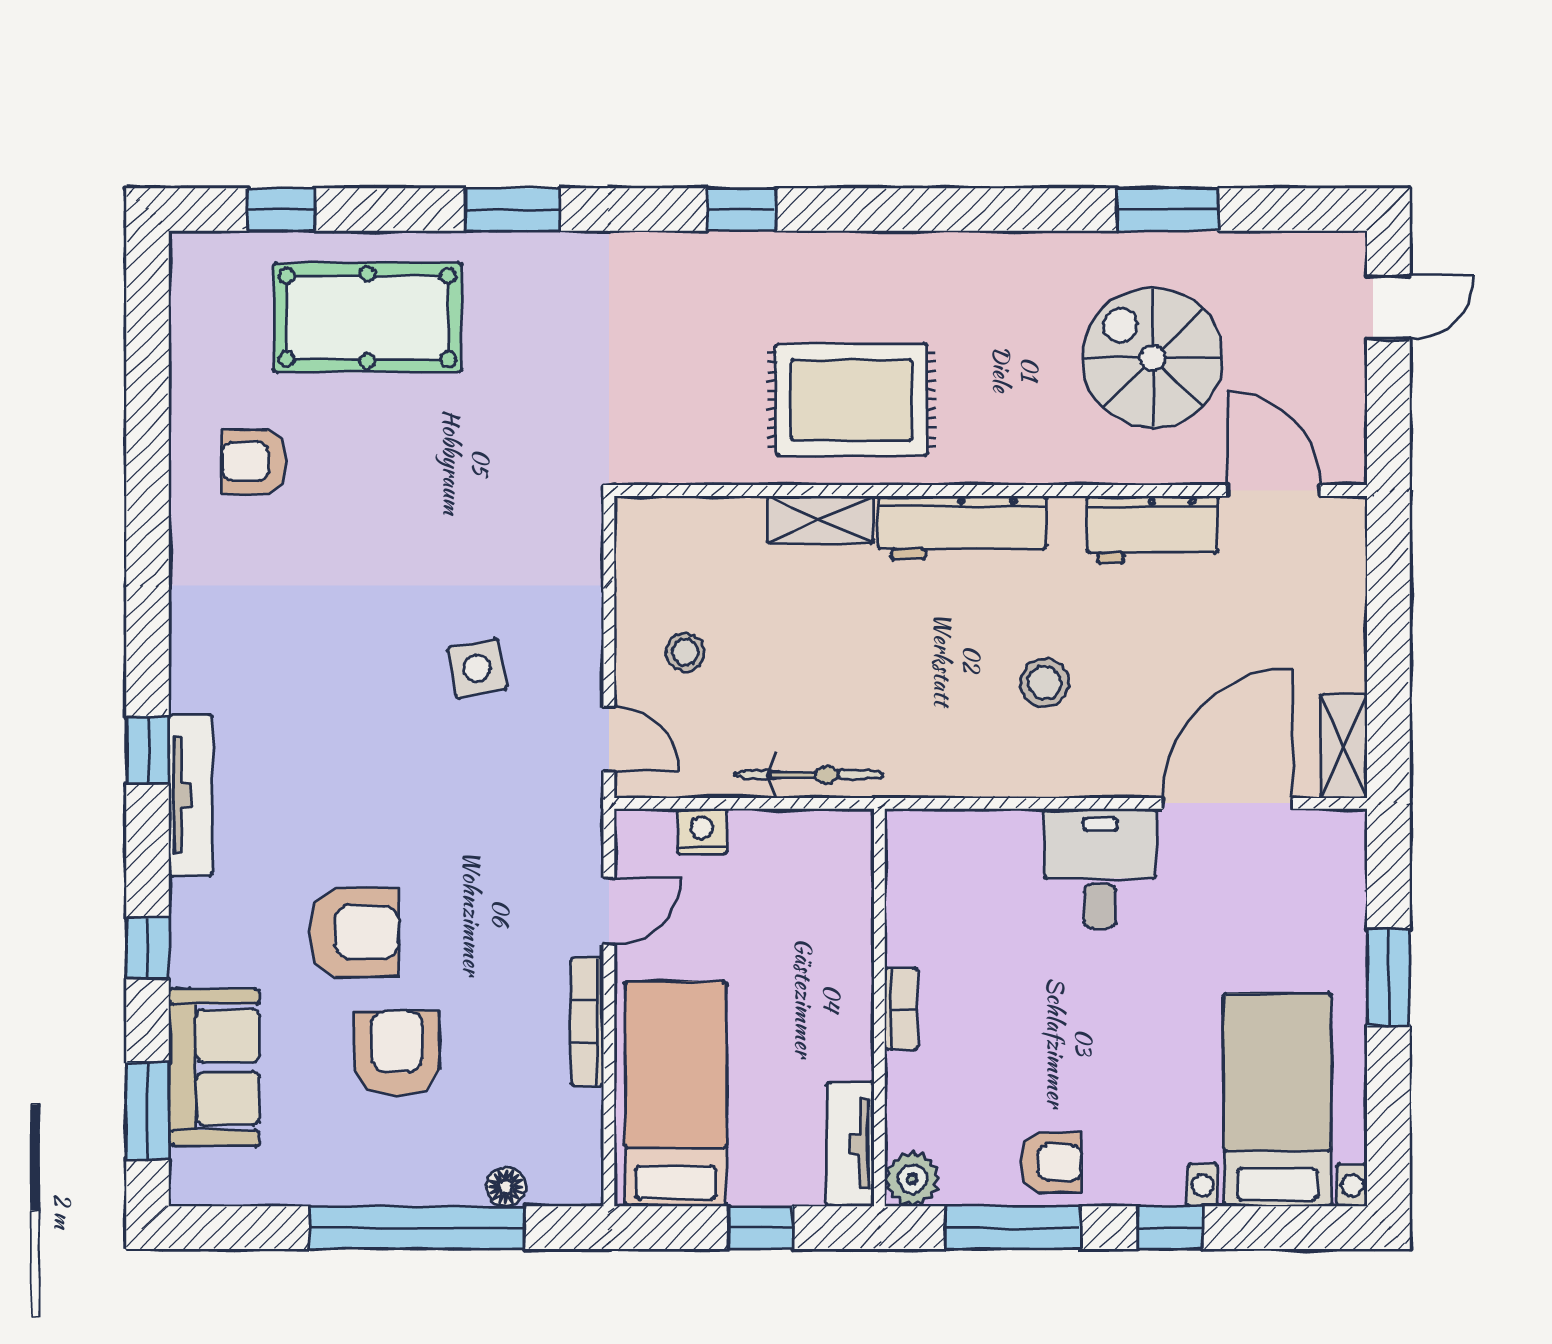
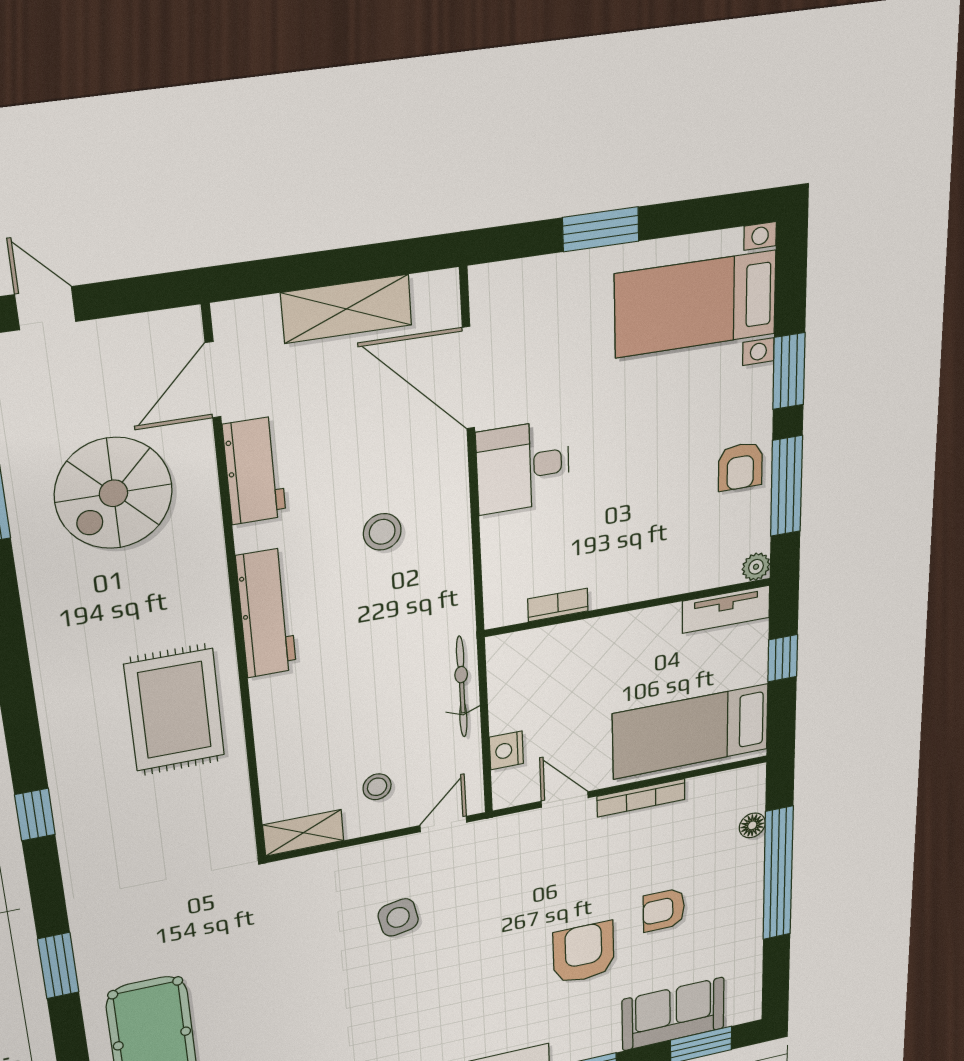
shelving: (821, 520) -> (303, 833), moved, turned 90
shelving: (1344, 746) -> (347, 309), moved, width x1.50, depth x1.33
bookcase: (901, 1009) -> (558, 605), moved
armchair: (397, 1053) -> (664, 910), width x0.72, depth x0.72
armchair: (1051, 1162) -> (740, 466), turned 180
plant: (912, 1179) -> (756, 567), width x0.73, depth x0.73
window: (1170, 1228) -> (789, 371), width x1.50

